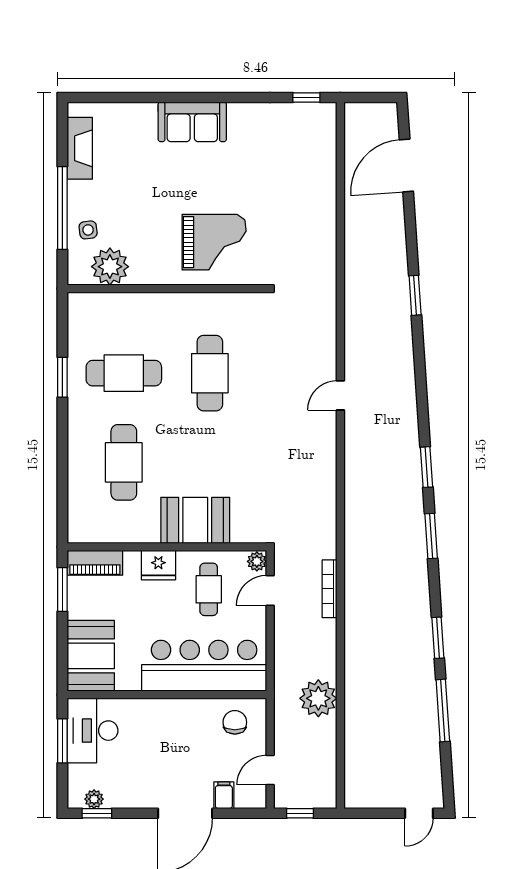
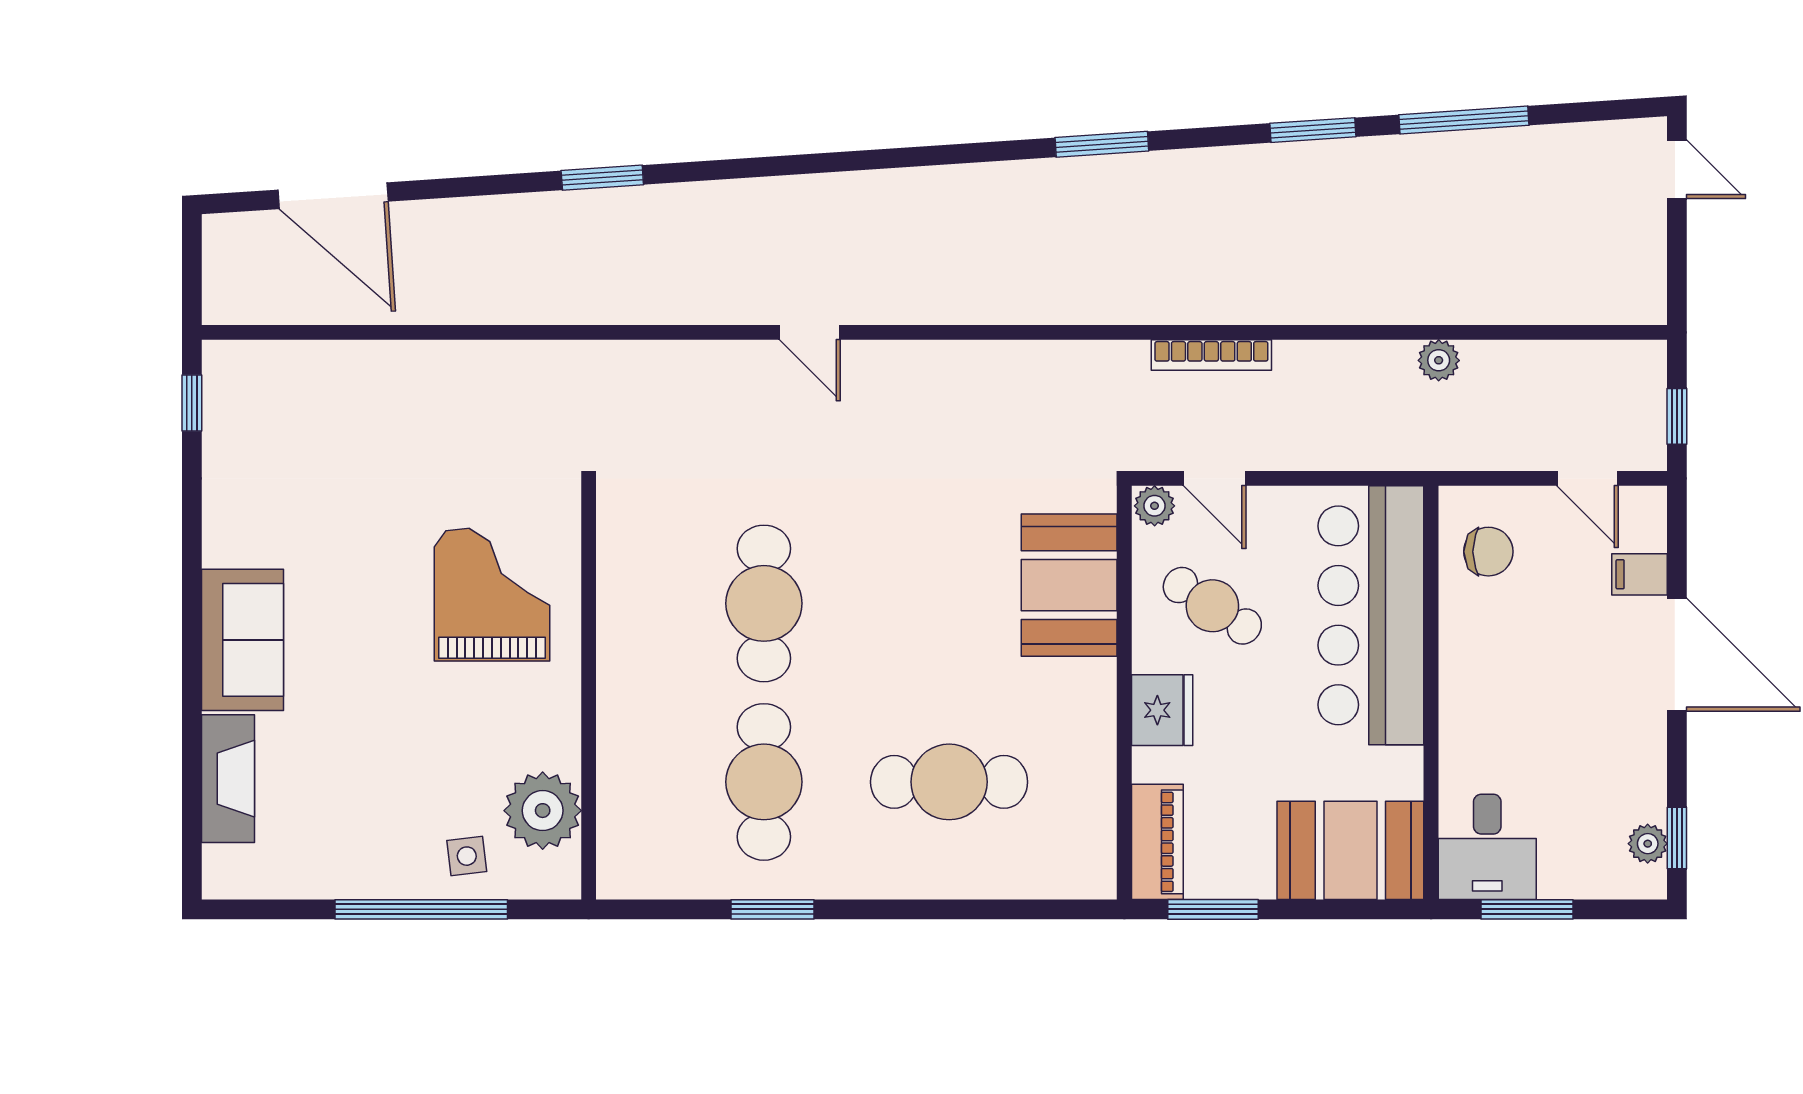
fireplace: (80, 148) -> (228, 779), moved, turned 90
cafe table: (210, 373) -> (764, 603), turned 90
window: (427, 467) -> (959, 154), removed
booth: (195, 520) -> (1069, 585), moved
cafe table: (209, 589) -> (1212, 606), turned 33
plant: (318, 698) -> (1439, 360), width x0.53, depth x0.53
chair: (235, 722) -> (1488, 552), turned 180
desk: (93, 731) -> (1487, 847), width x0.73

